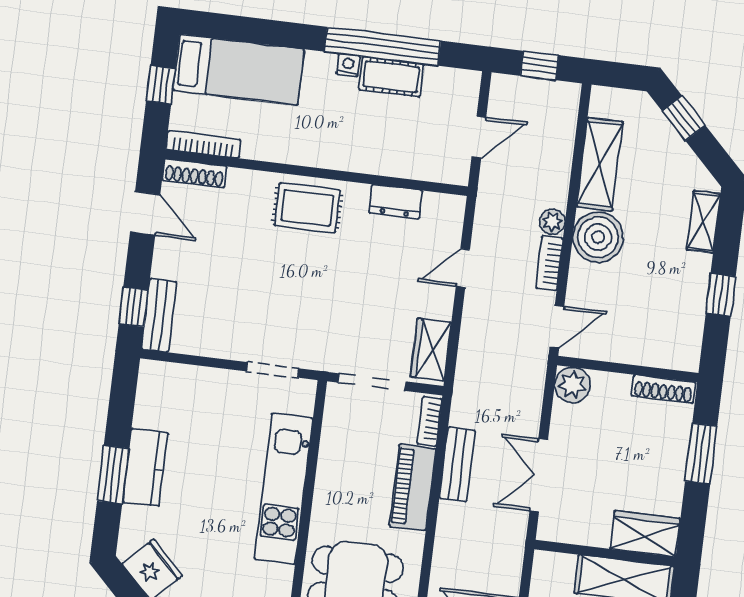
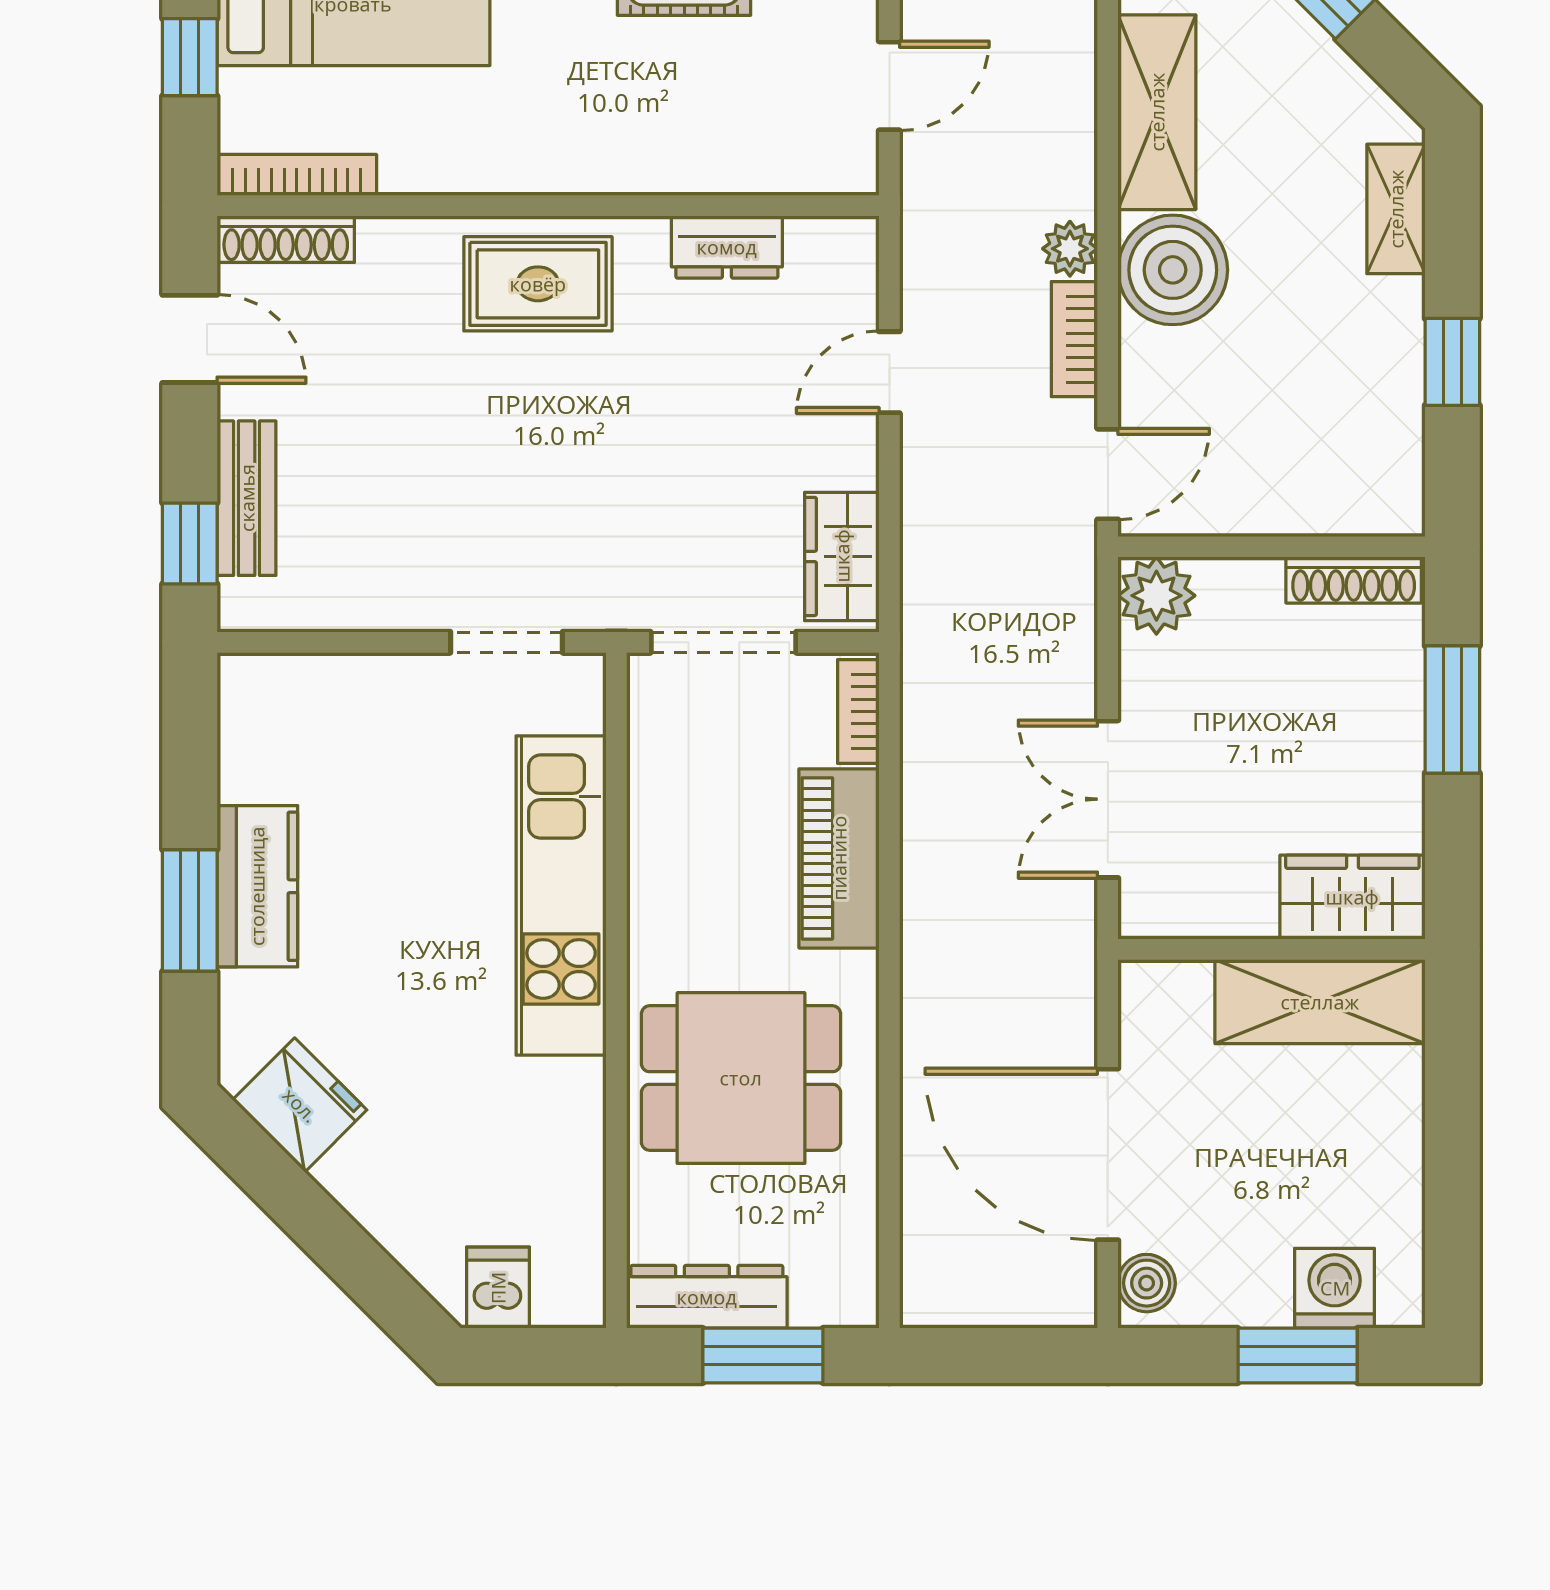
bench: (159, 315) -> (247, 498), moved
bench: (457, 464) -> (929, 797), removed

